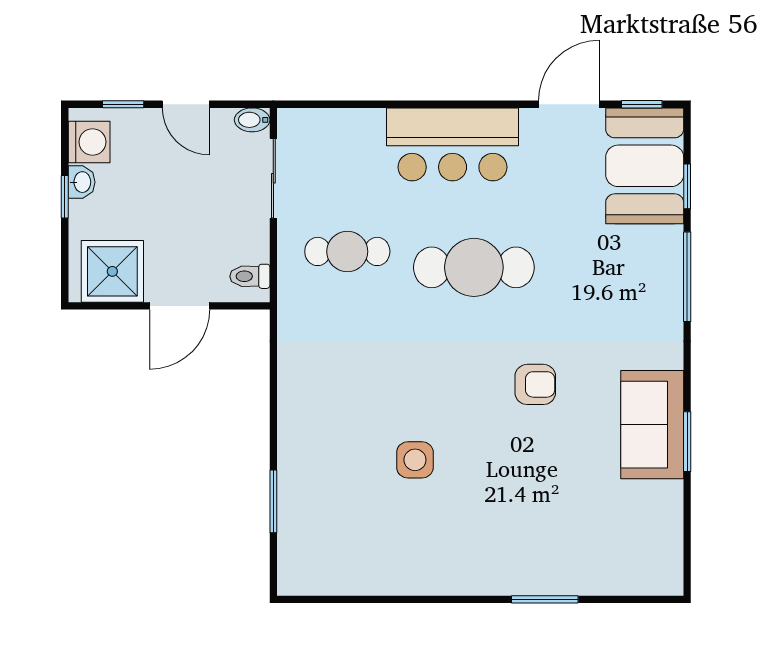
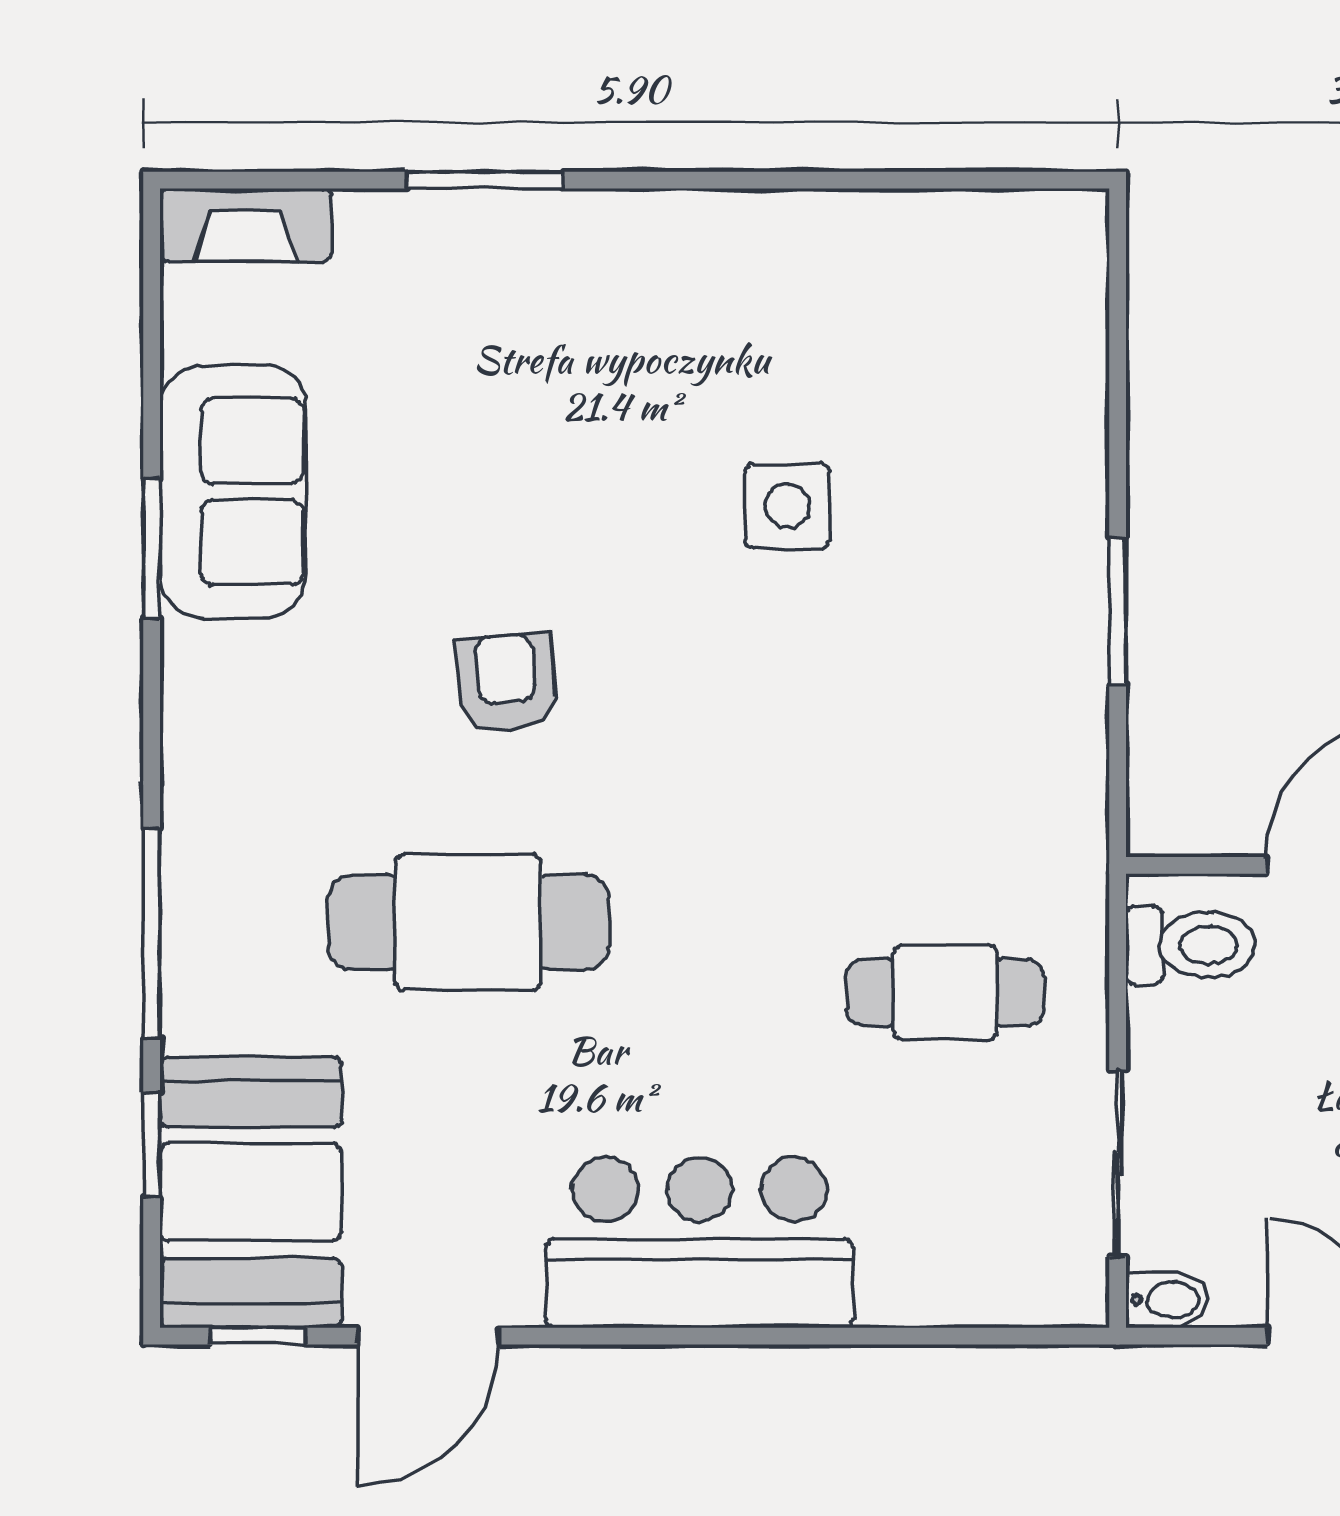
cafe table: (474, 267) -> (468, 922), moved
toilet: (250, 276) -> (1191, 945), width x1.37, depth x1.39
armchair: (535, 384) -> (506, 682), turned 85
sofa: (652, 425) -> (233, 492), moved
window: (273, 501) -> (1118, 611), moved
fireplace: (647, 580) -> (246, 225), added

